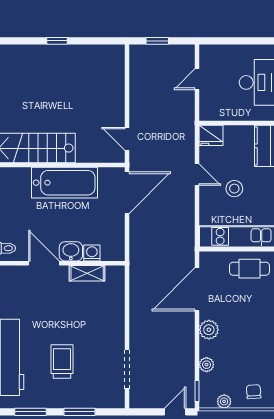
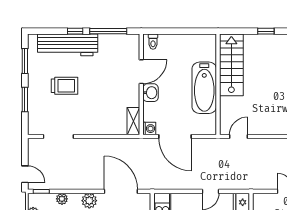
door: (127, 193) -> (175, 137), moved
washing machine: (92, 253) -> (149, 129), moved
shelving: (87, 273) -> (133, 121), moved

